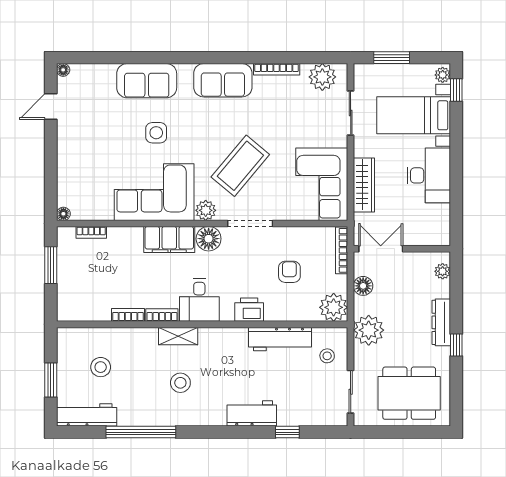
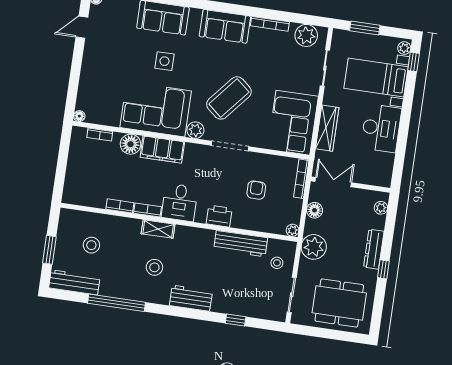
floor lamp: (209, 239) -> (131, 144), moved
window: (51, 265) -> (63, 156), removed
plant: (334, 307) -> (293, 230), width x0.53, depth x0.53
workbench: (252, 413) -> (191, 298), moved

